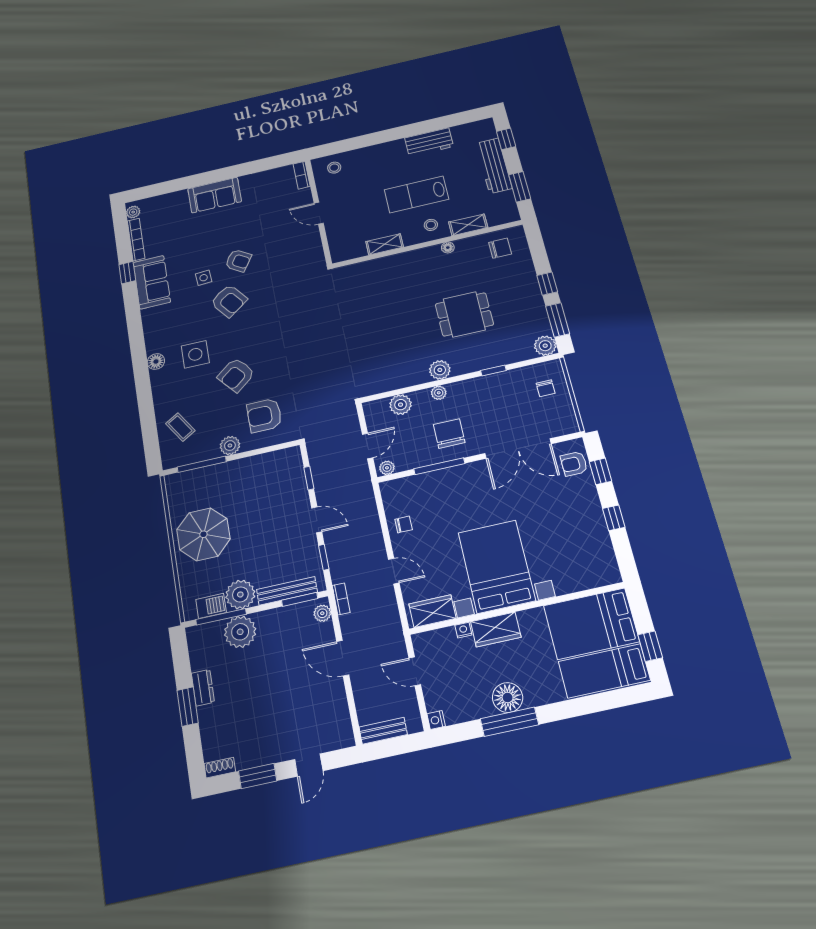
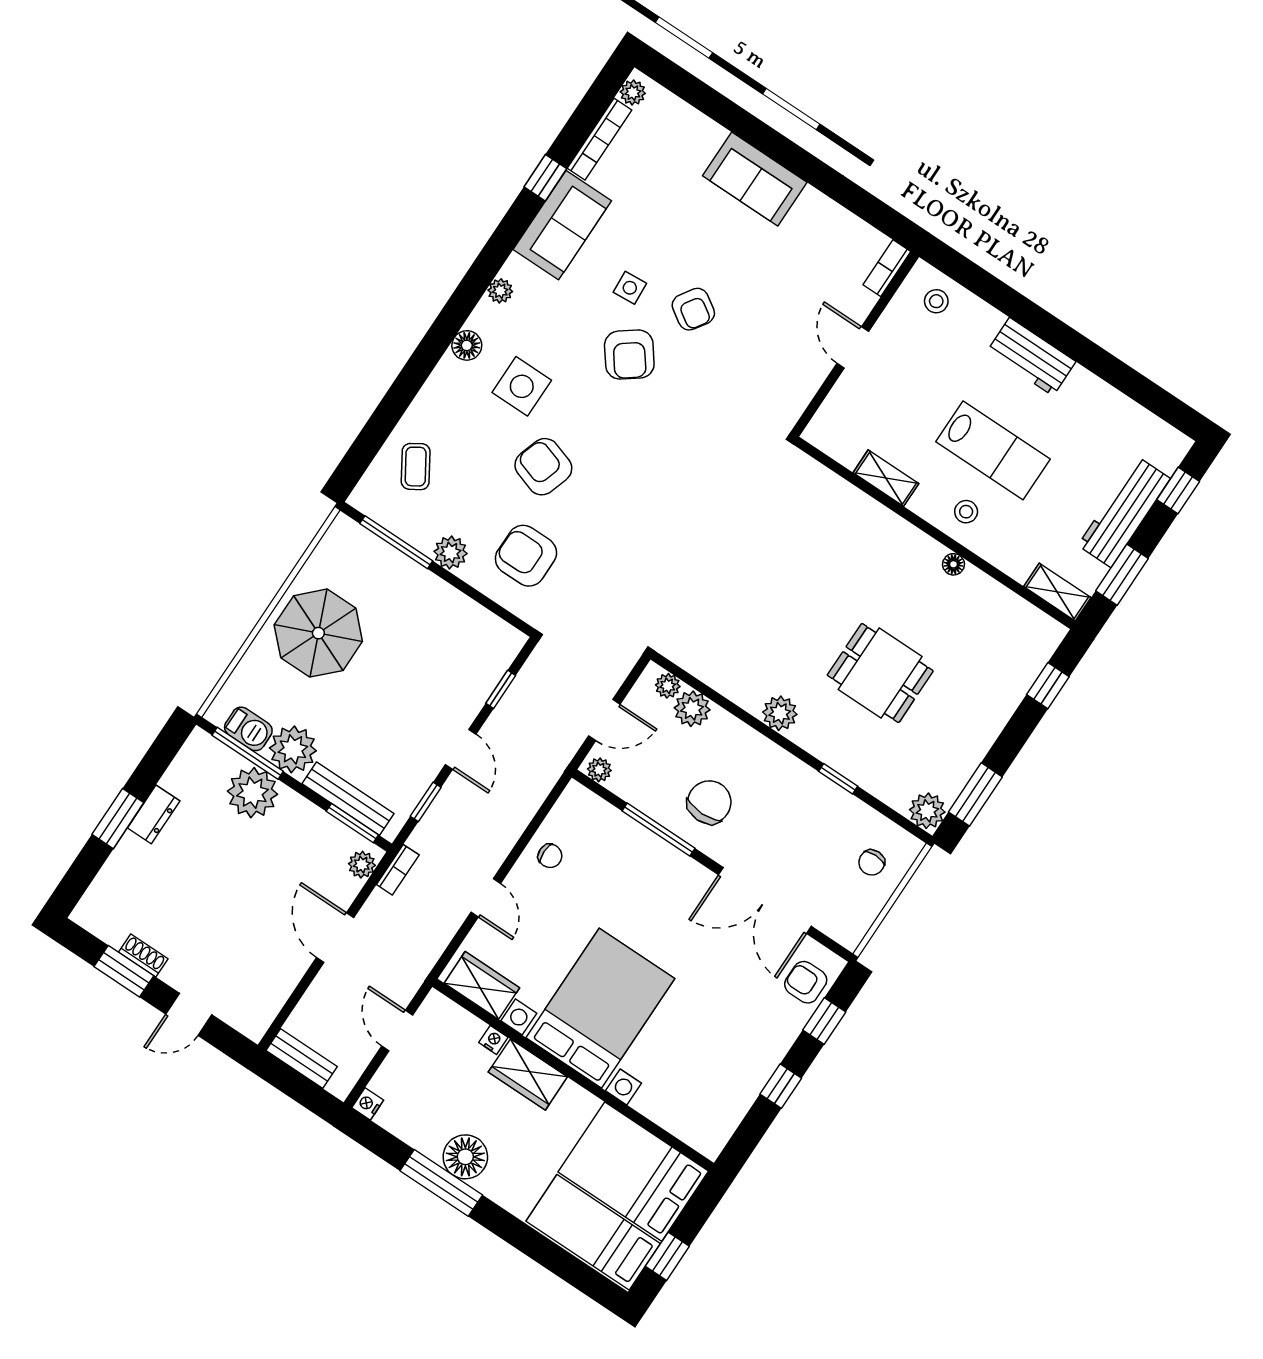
workbench: (429, 142) -> (1031, 357), moved
lab bench: (416, 195) -> (993, 450), turned 180
shelving: (468, 225) -> (1057, 592), moved
chair: (500, 248) -> (1011, 632), removed
window: (547, 284) -> (1048, 686), moved
plant: (150, 329) -> (500, 291), added
armchair: (236, 375) -> (543, 467), turned 57
plant: (439, 393) -> (668, 686), moved
shoe rack: (220, 768) -> (143, 955), moved

